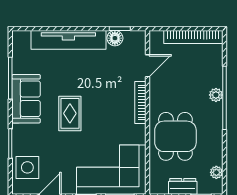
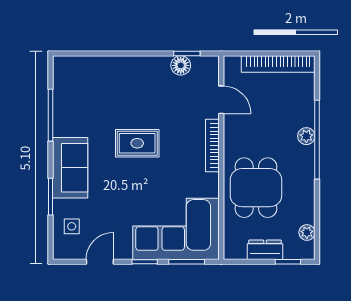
tv unit: (68, 40) -> (123, 68), removed
door: (148, 66) -> (221, 100), hinge flipped
sofa: (26, 99) -> (70, 168), moved
rug: (70, 113) -> (137, 143), moved, turned 90
side table: (27, 167) -> (72, 226), width x0.54, depth x0.54

